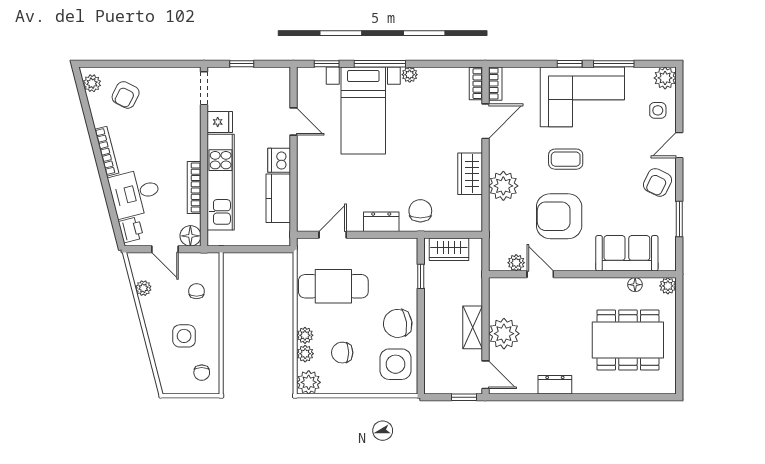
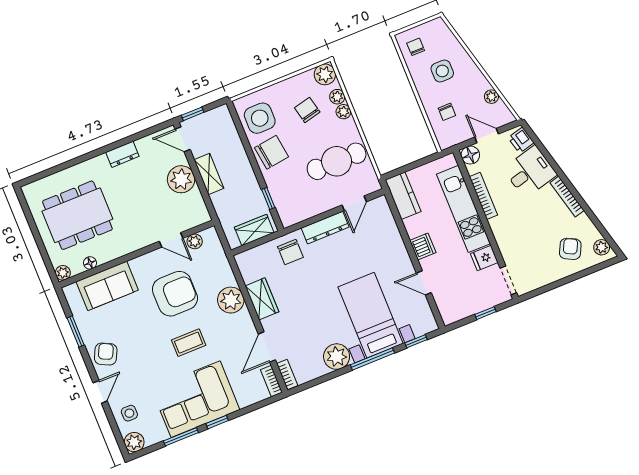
plant: (410, 75) -> (337, 357), width x1.87, depth x1.87
kitchen counter: (278, 198) -> (403, 196), moved
dresser: (381, 222) -> (325, 228), width x1.44
chair: (342, 353) -> (307, 110), turned -103

